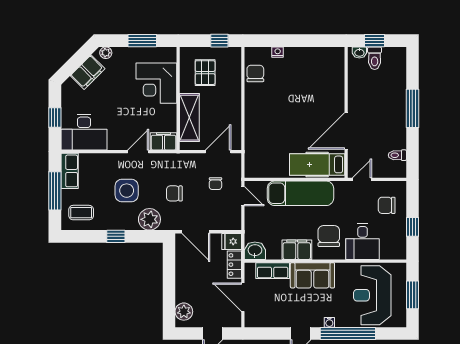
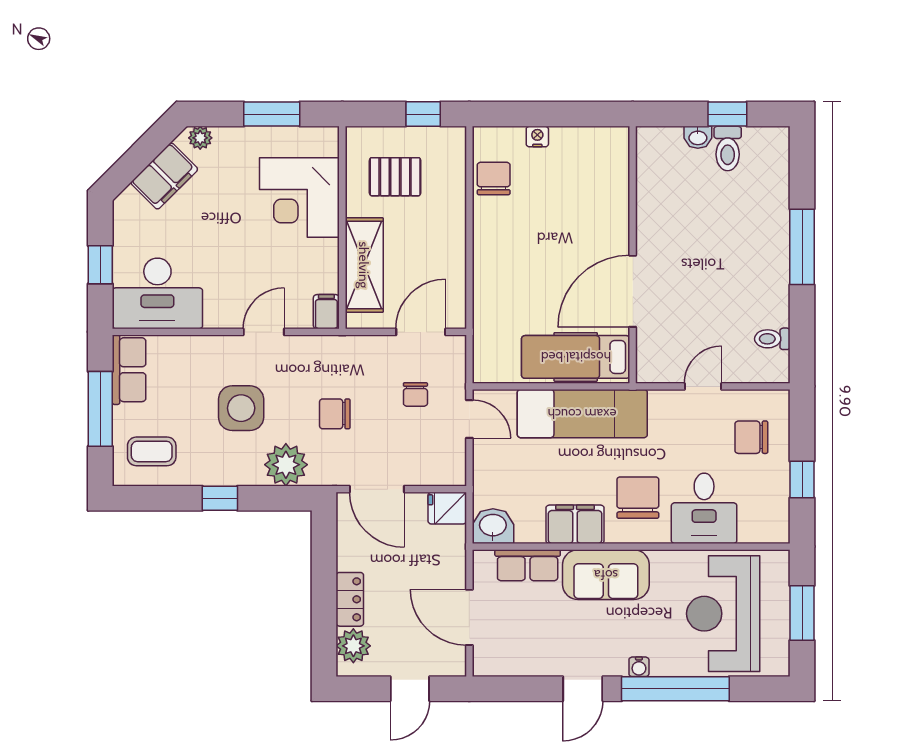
pallet: (205, 73) -> (395, 177), turned 90
wall: (346, 112) -> (633, 255), moved
door: (346, 131) -> (633, 291), moved
filing cabinet: (164, 141) -> (326, 312), width x0.50
hospital bed: (317, 164) -> (576, 357), moved
locker: (234, 265) -> (350, 599), moved, turned 180

